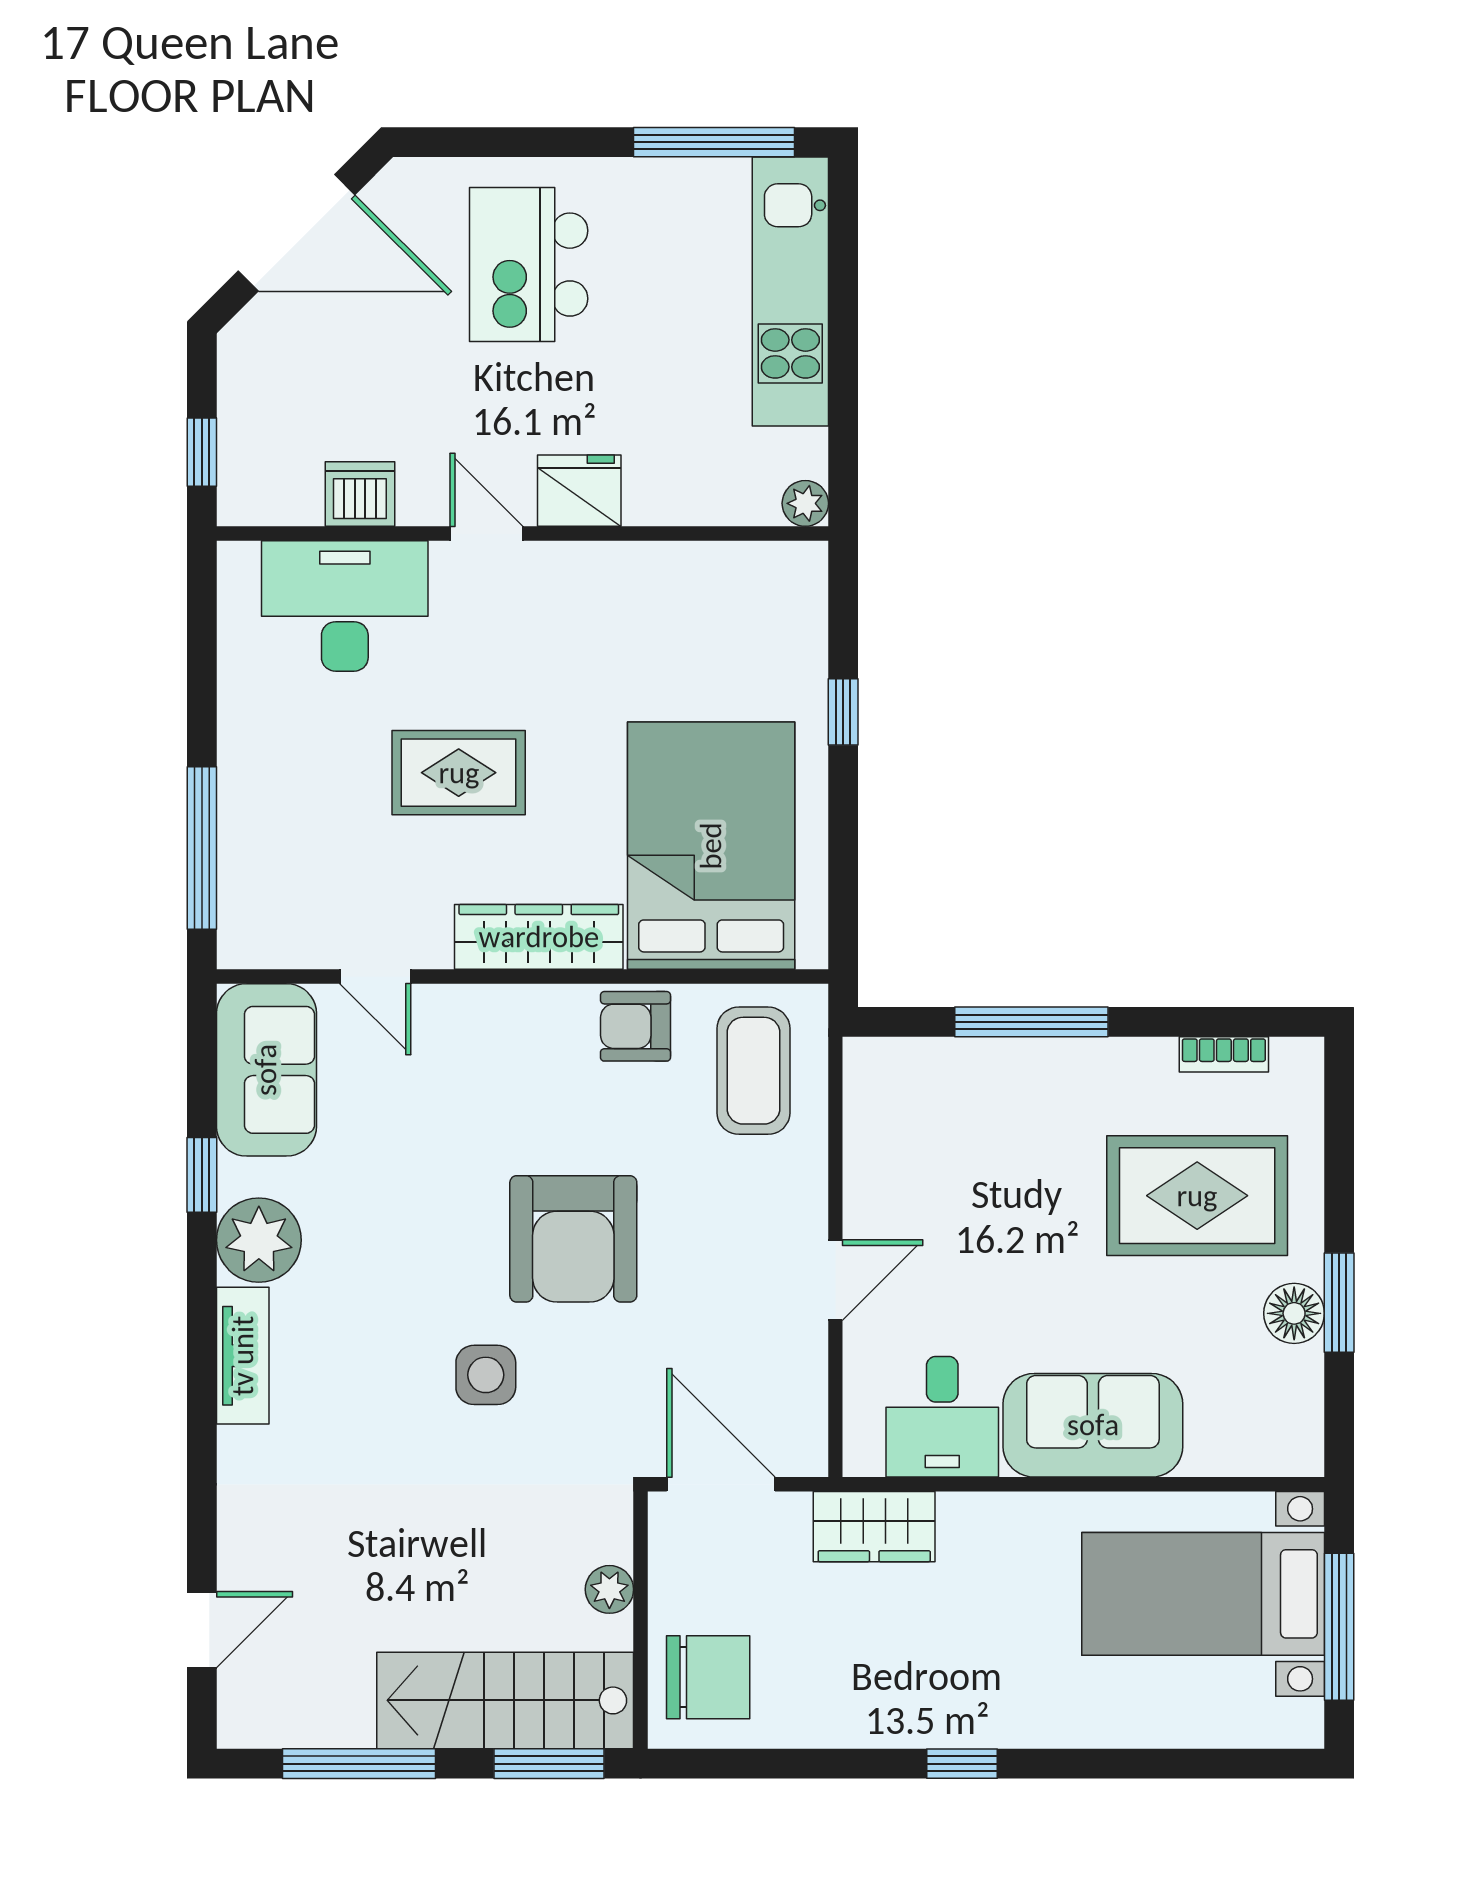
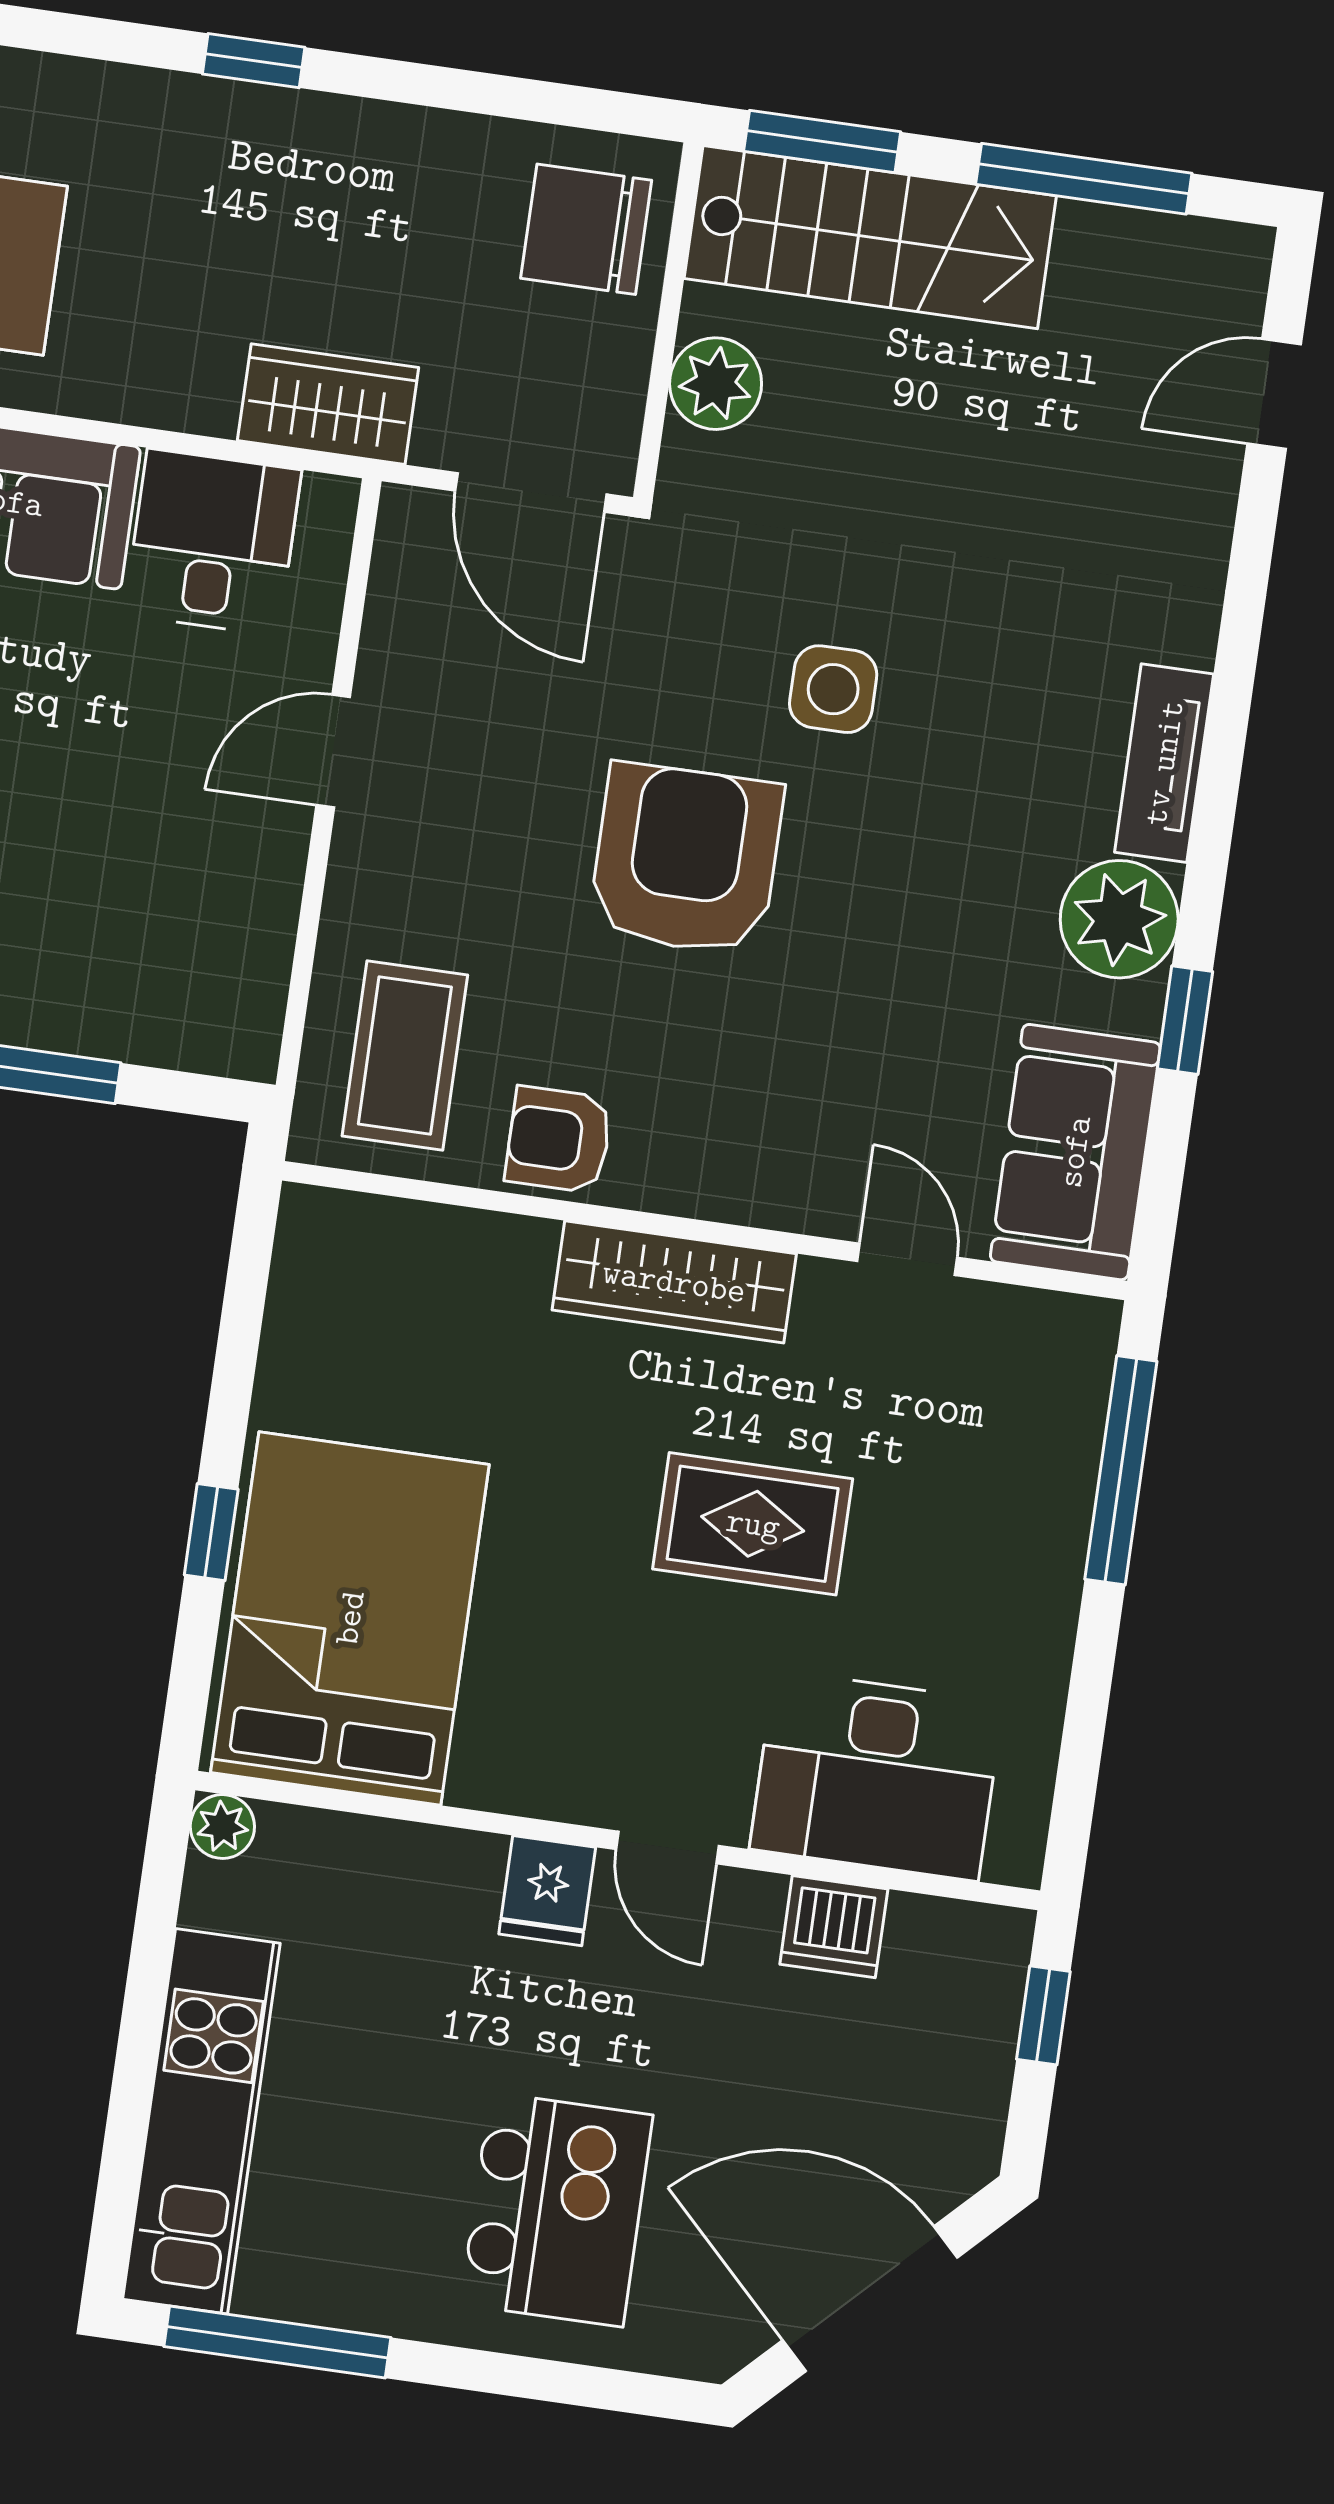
fridge: (579, 491) -> (547, 1891), width x0.72
bed: (711, 846) -> (350, 1618), moved, turned 180
armchair: (636, 1026) -> (559, 1140), turned 180
plant: (609, 1589) -> (716, 384), width x1.38, depth x1.38

